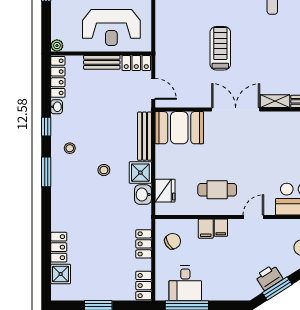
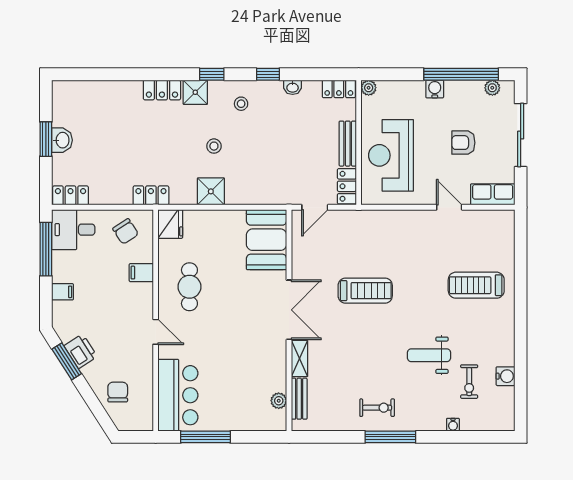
locker: (58, 77) -> (339, 89), width x0.66
bench: (145, 136) -> (256, 197), removed
window: (46, 172) -> (212, 74), width x0.67
fridge: (165, 191) -> (170, 224), moved, turned -90
washbasin: (143, 195) -> (62, 140), moved, turned 90
filing cabinet: (221, 228) -> (63, 292), moved, turned 180
locker: (144, 244) -> (151, 195), moved
locker: (59, 247) -> (162, 90), moved
shower: (61, 274) -> (195, 92), moved
desk: (185, 283) -> (73, 230), moved

